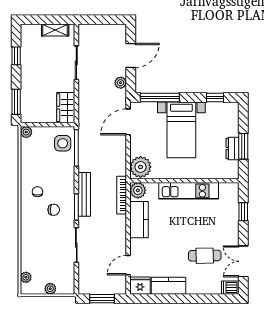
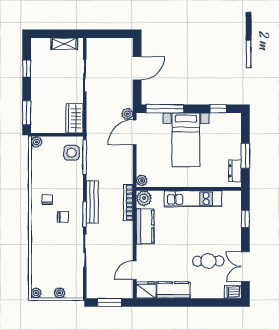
plant: (121, 83) -> (127, 114), moved
dresser: (232, 148) -> (235, 171), moved
plant: (141, 167) -> (142, 180), width x0.53, depth x0.53
plant: (26, 277) -> (36, 293), moved

